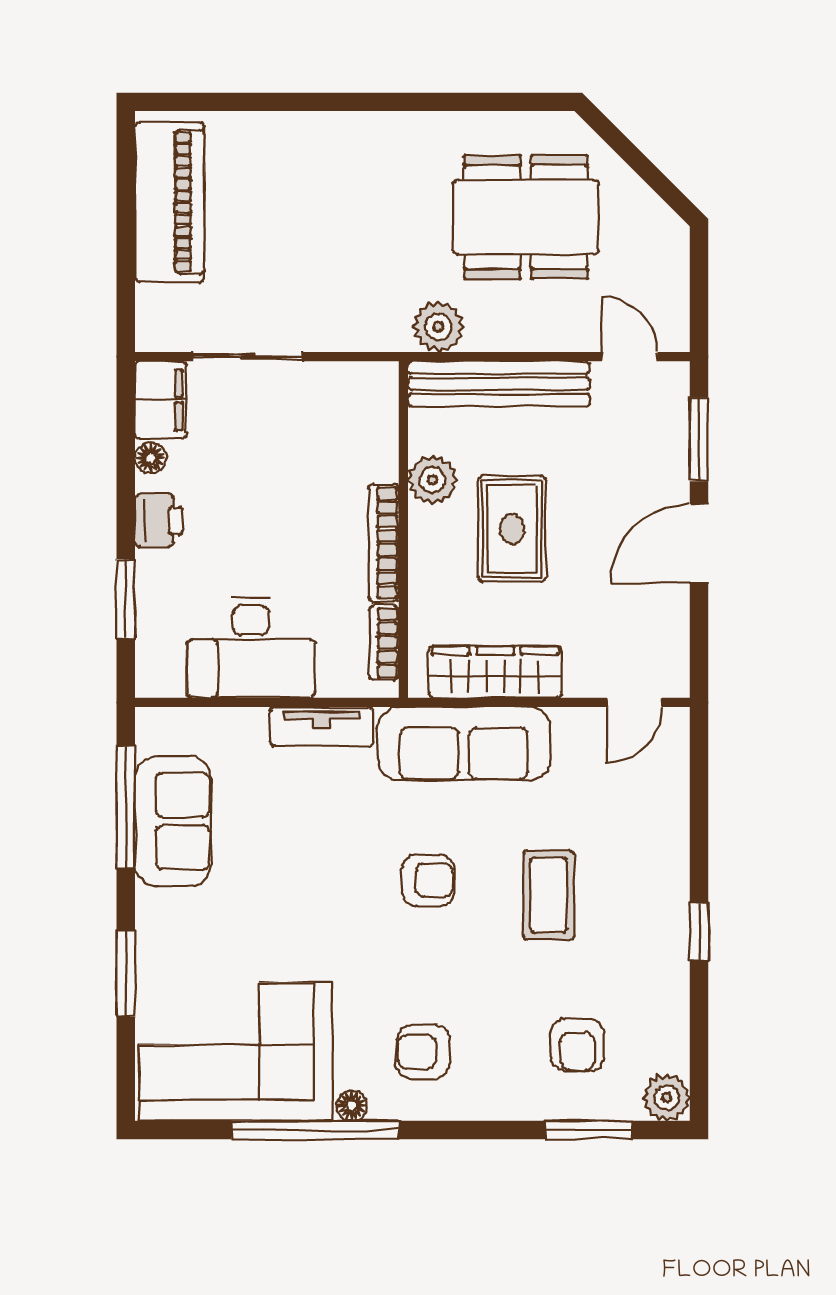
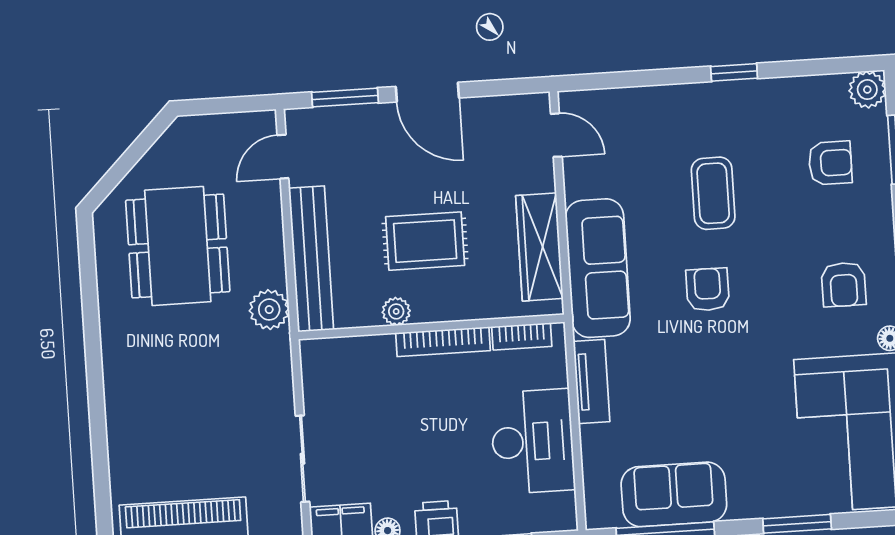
plant: (432, 480) -> (396, 311), width x0.73, depth x0.73
coffee table: (549, 895) -> (713, 193), turned 90

